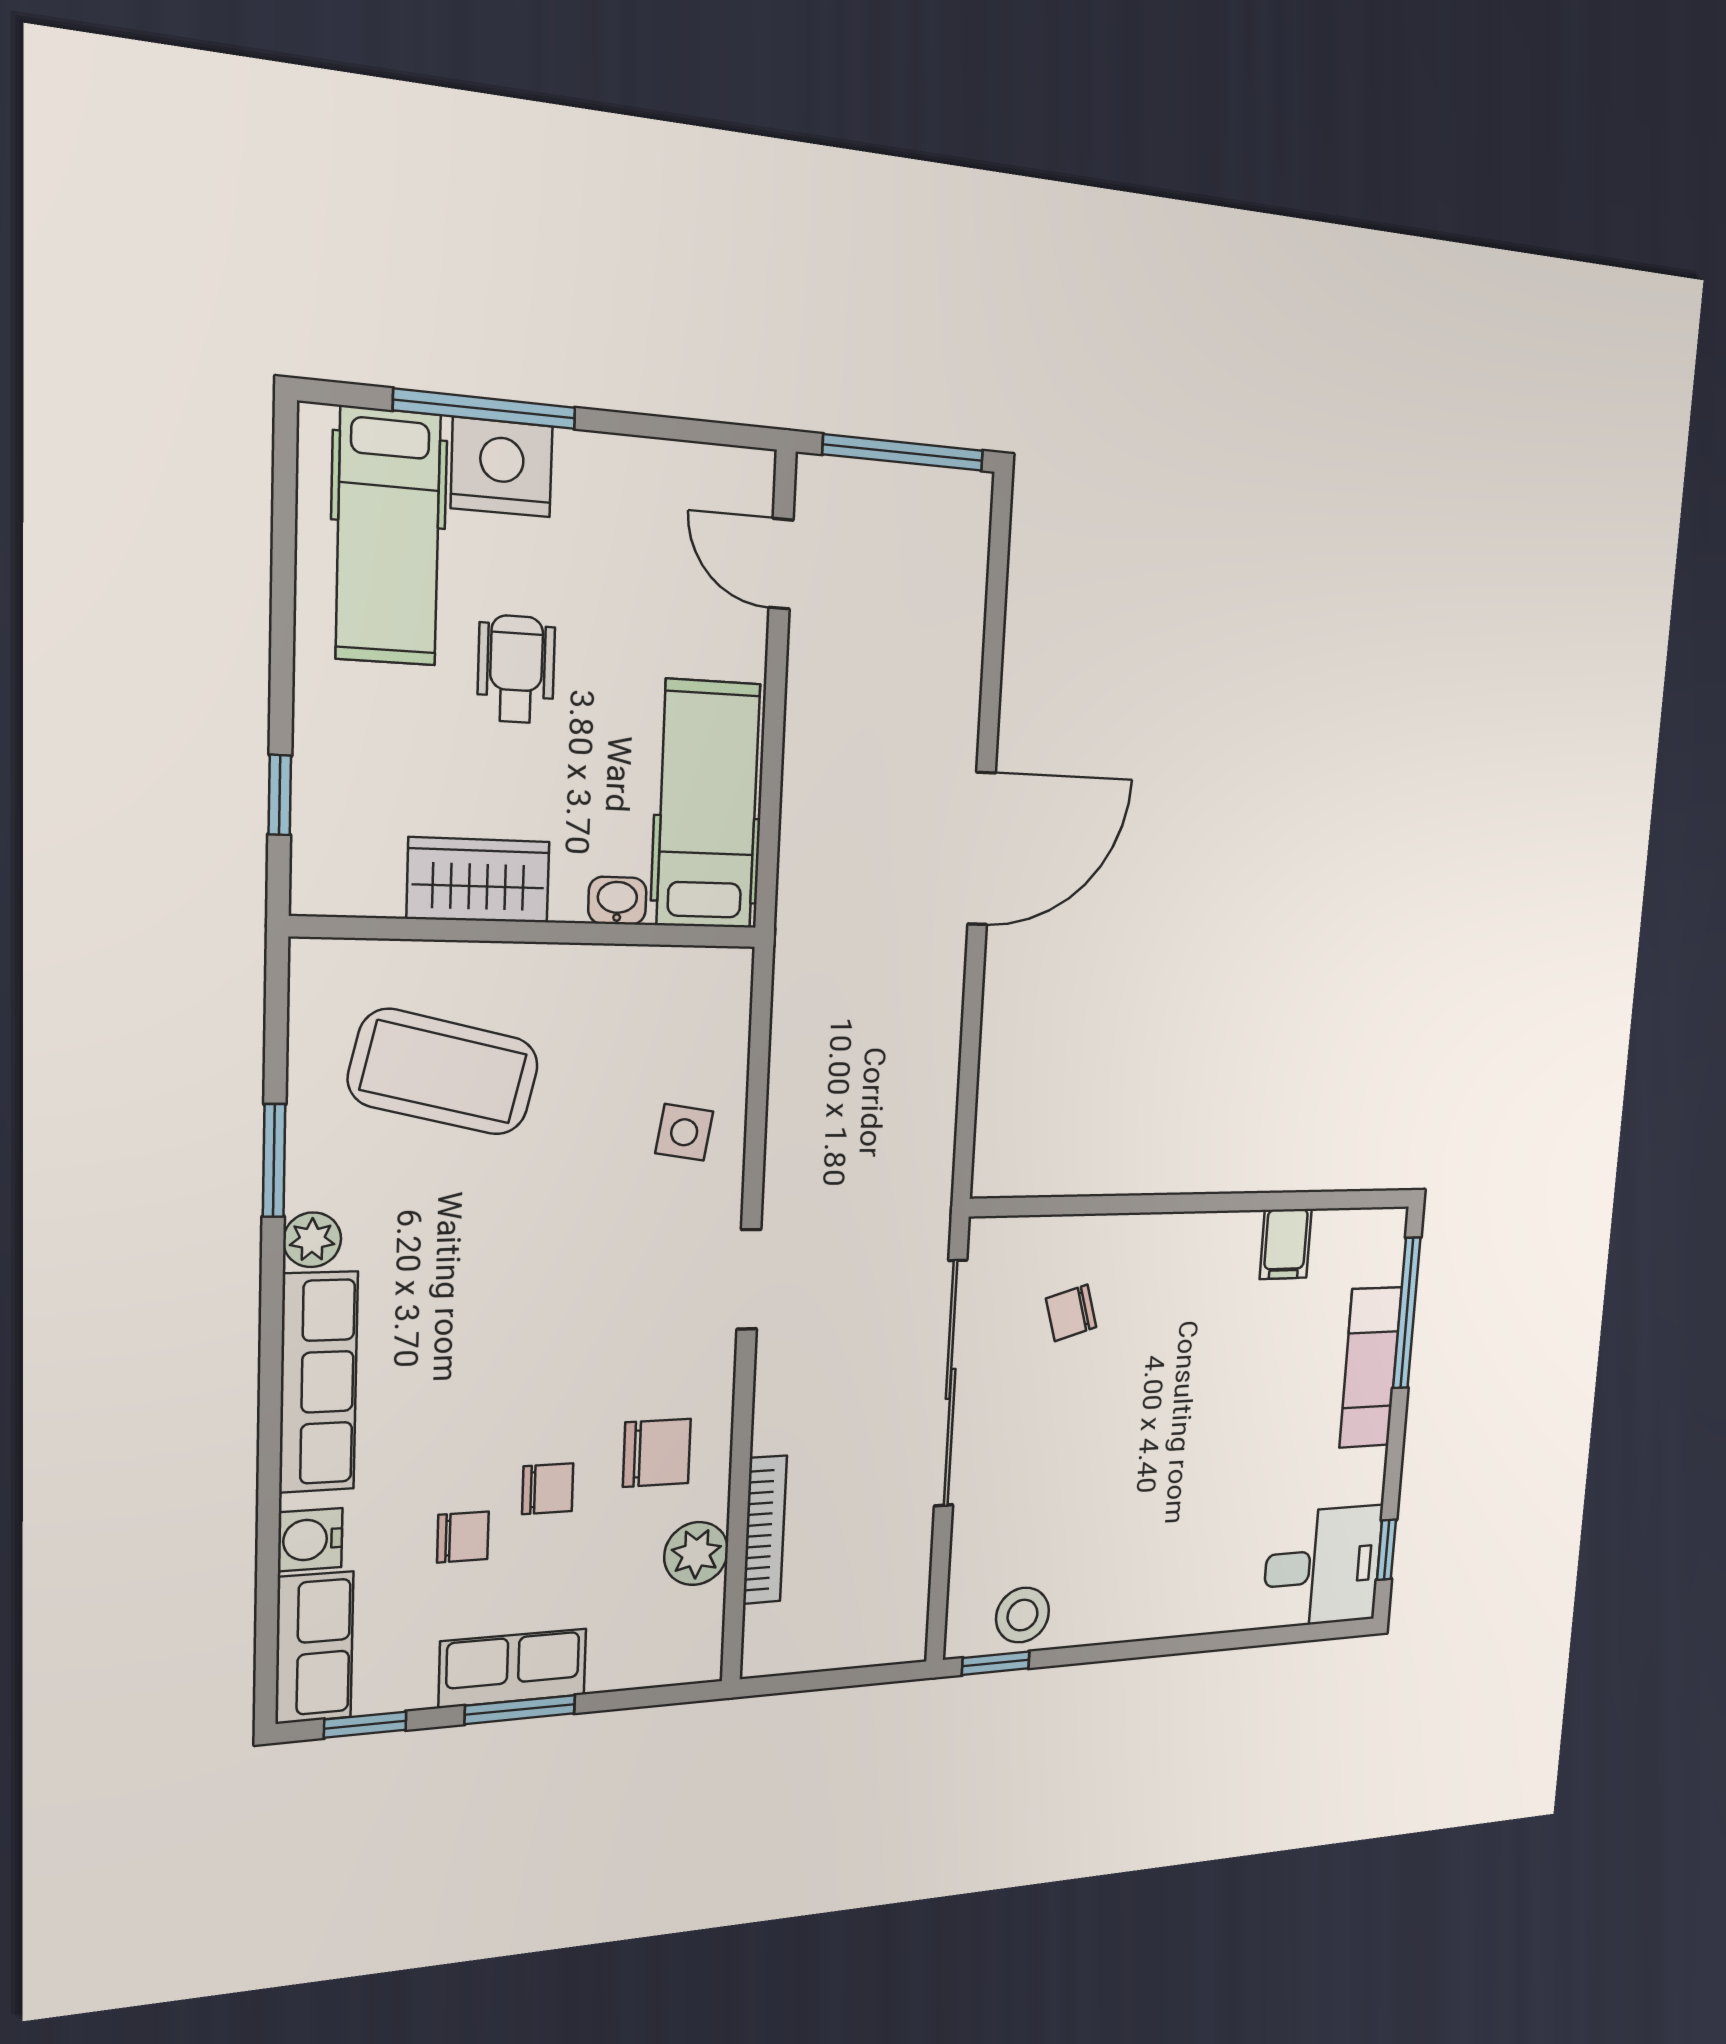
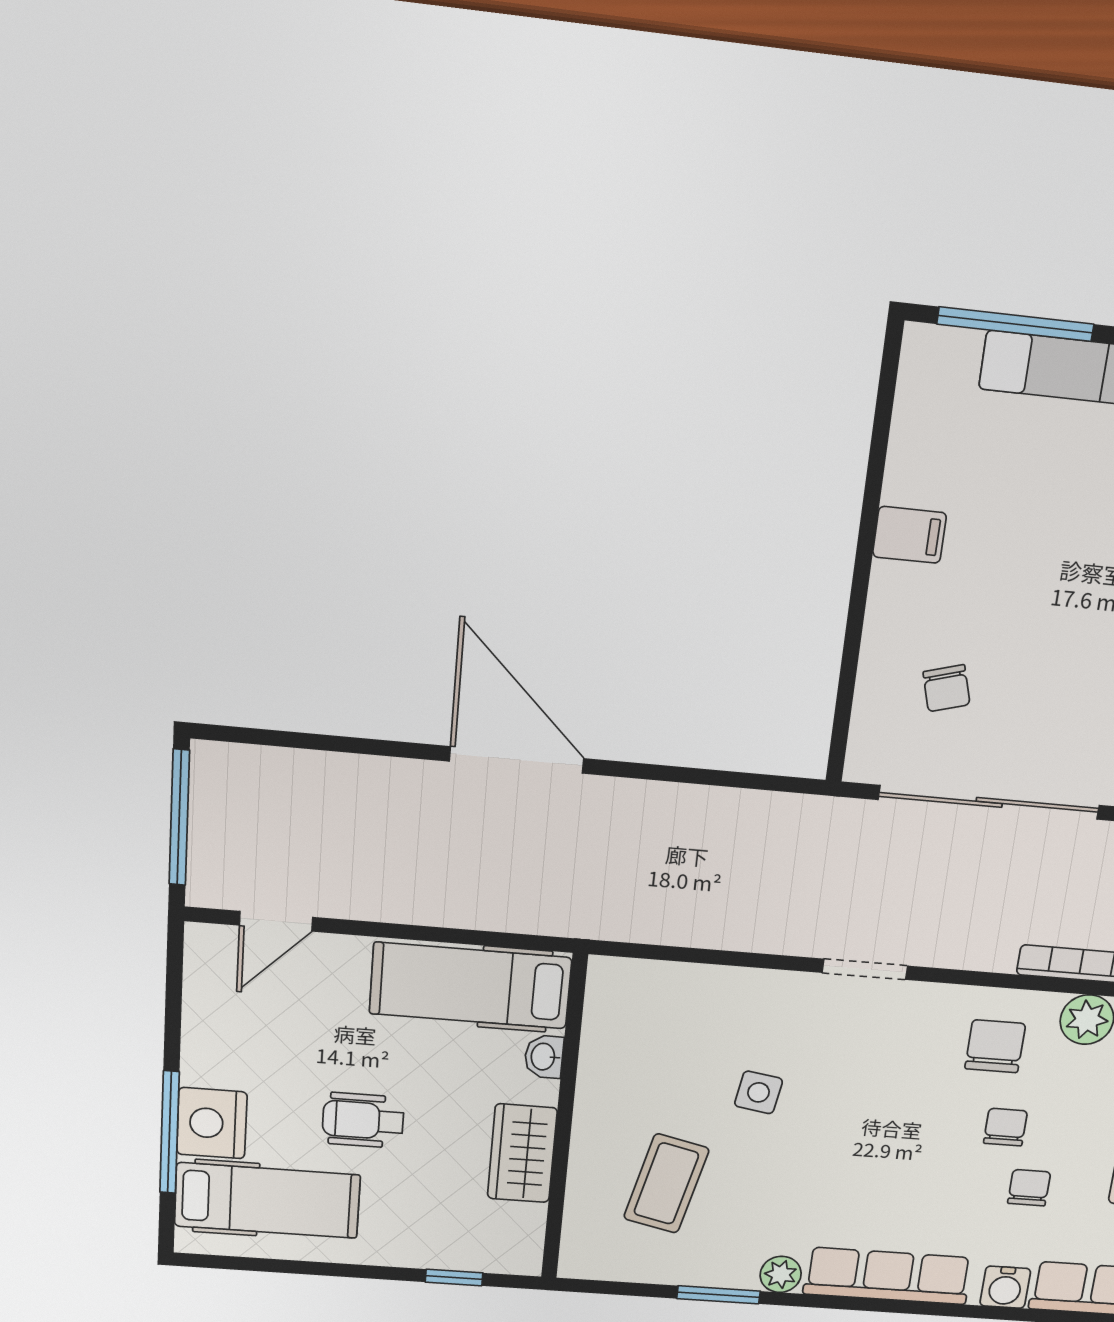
coffee table: (444, 1072) -> (666, 1184), width x0.73, depth x0.76
side table: (684, 1132) -> (759, 1092), moved
filing cabinet: (1286, 1244) -> (910, 535), moved

